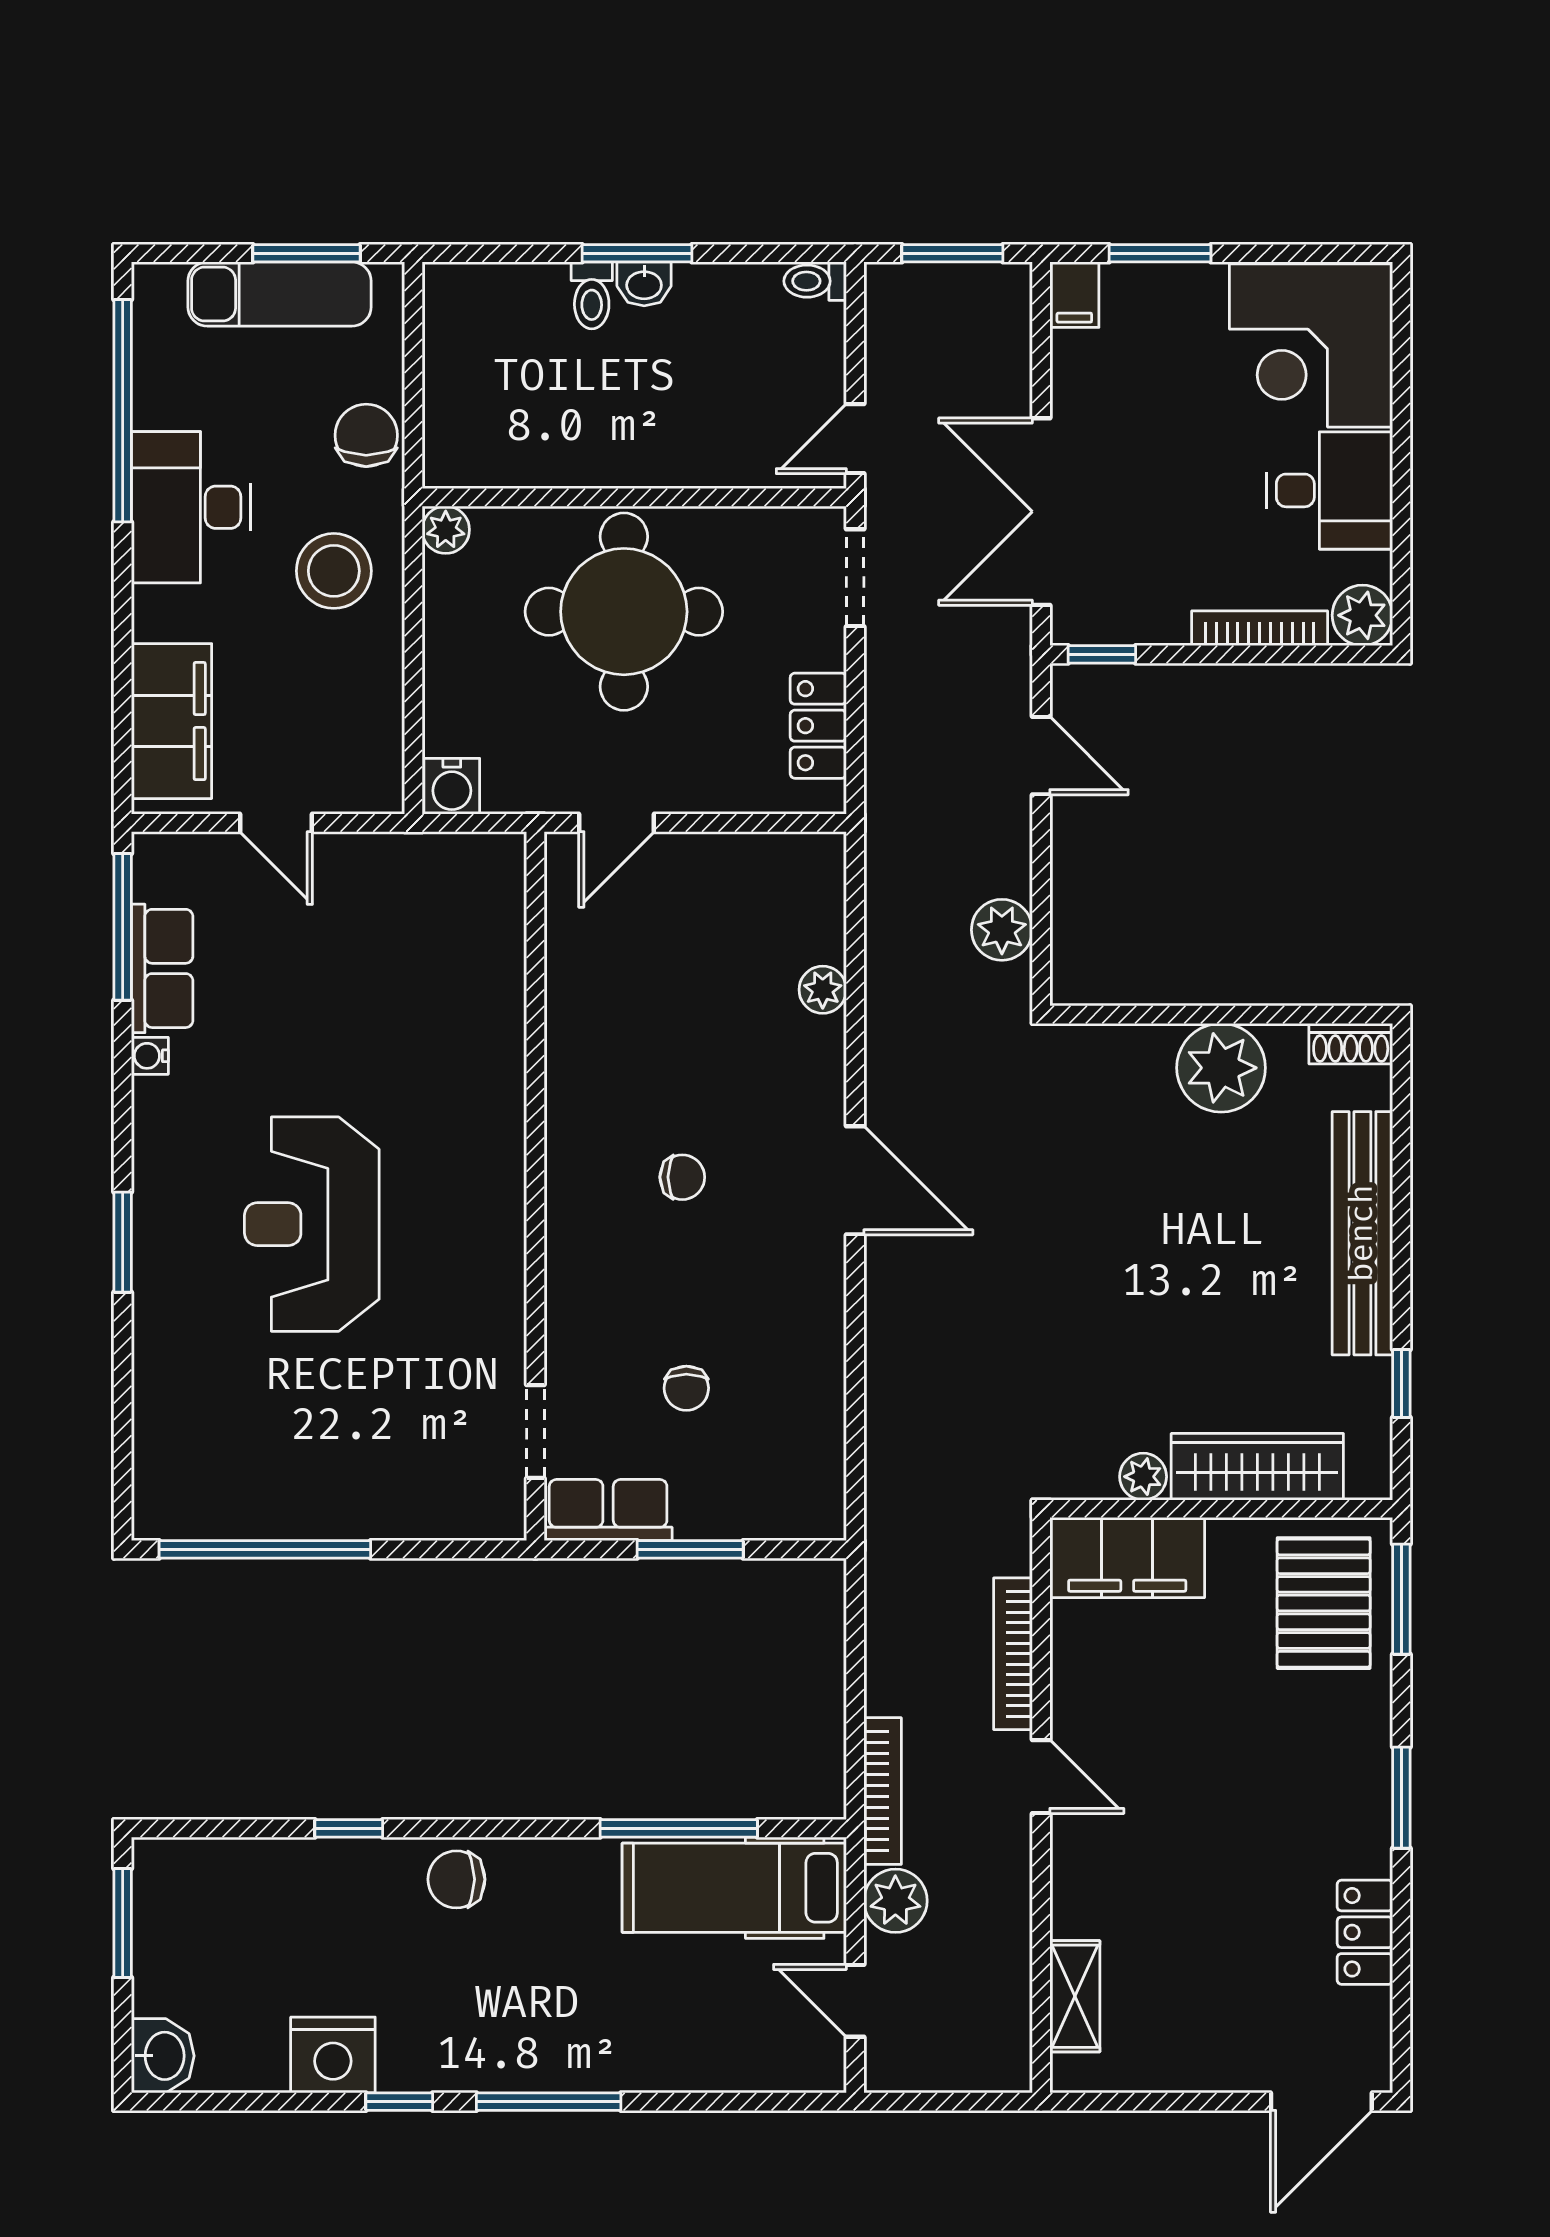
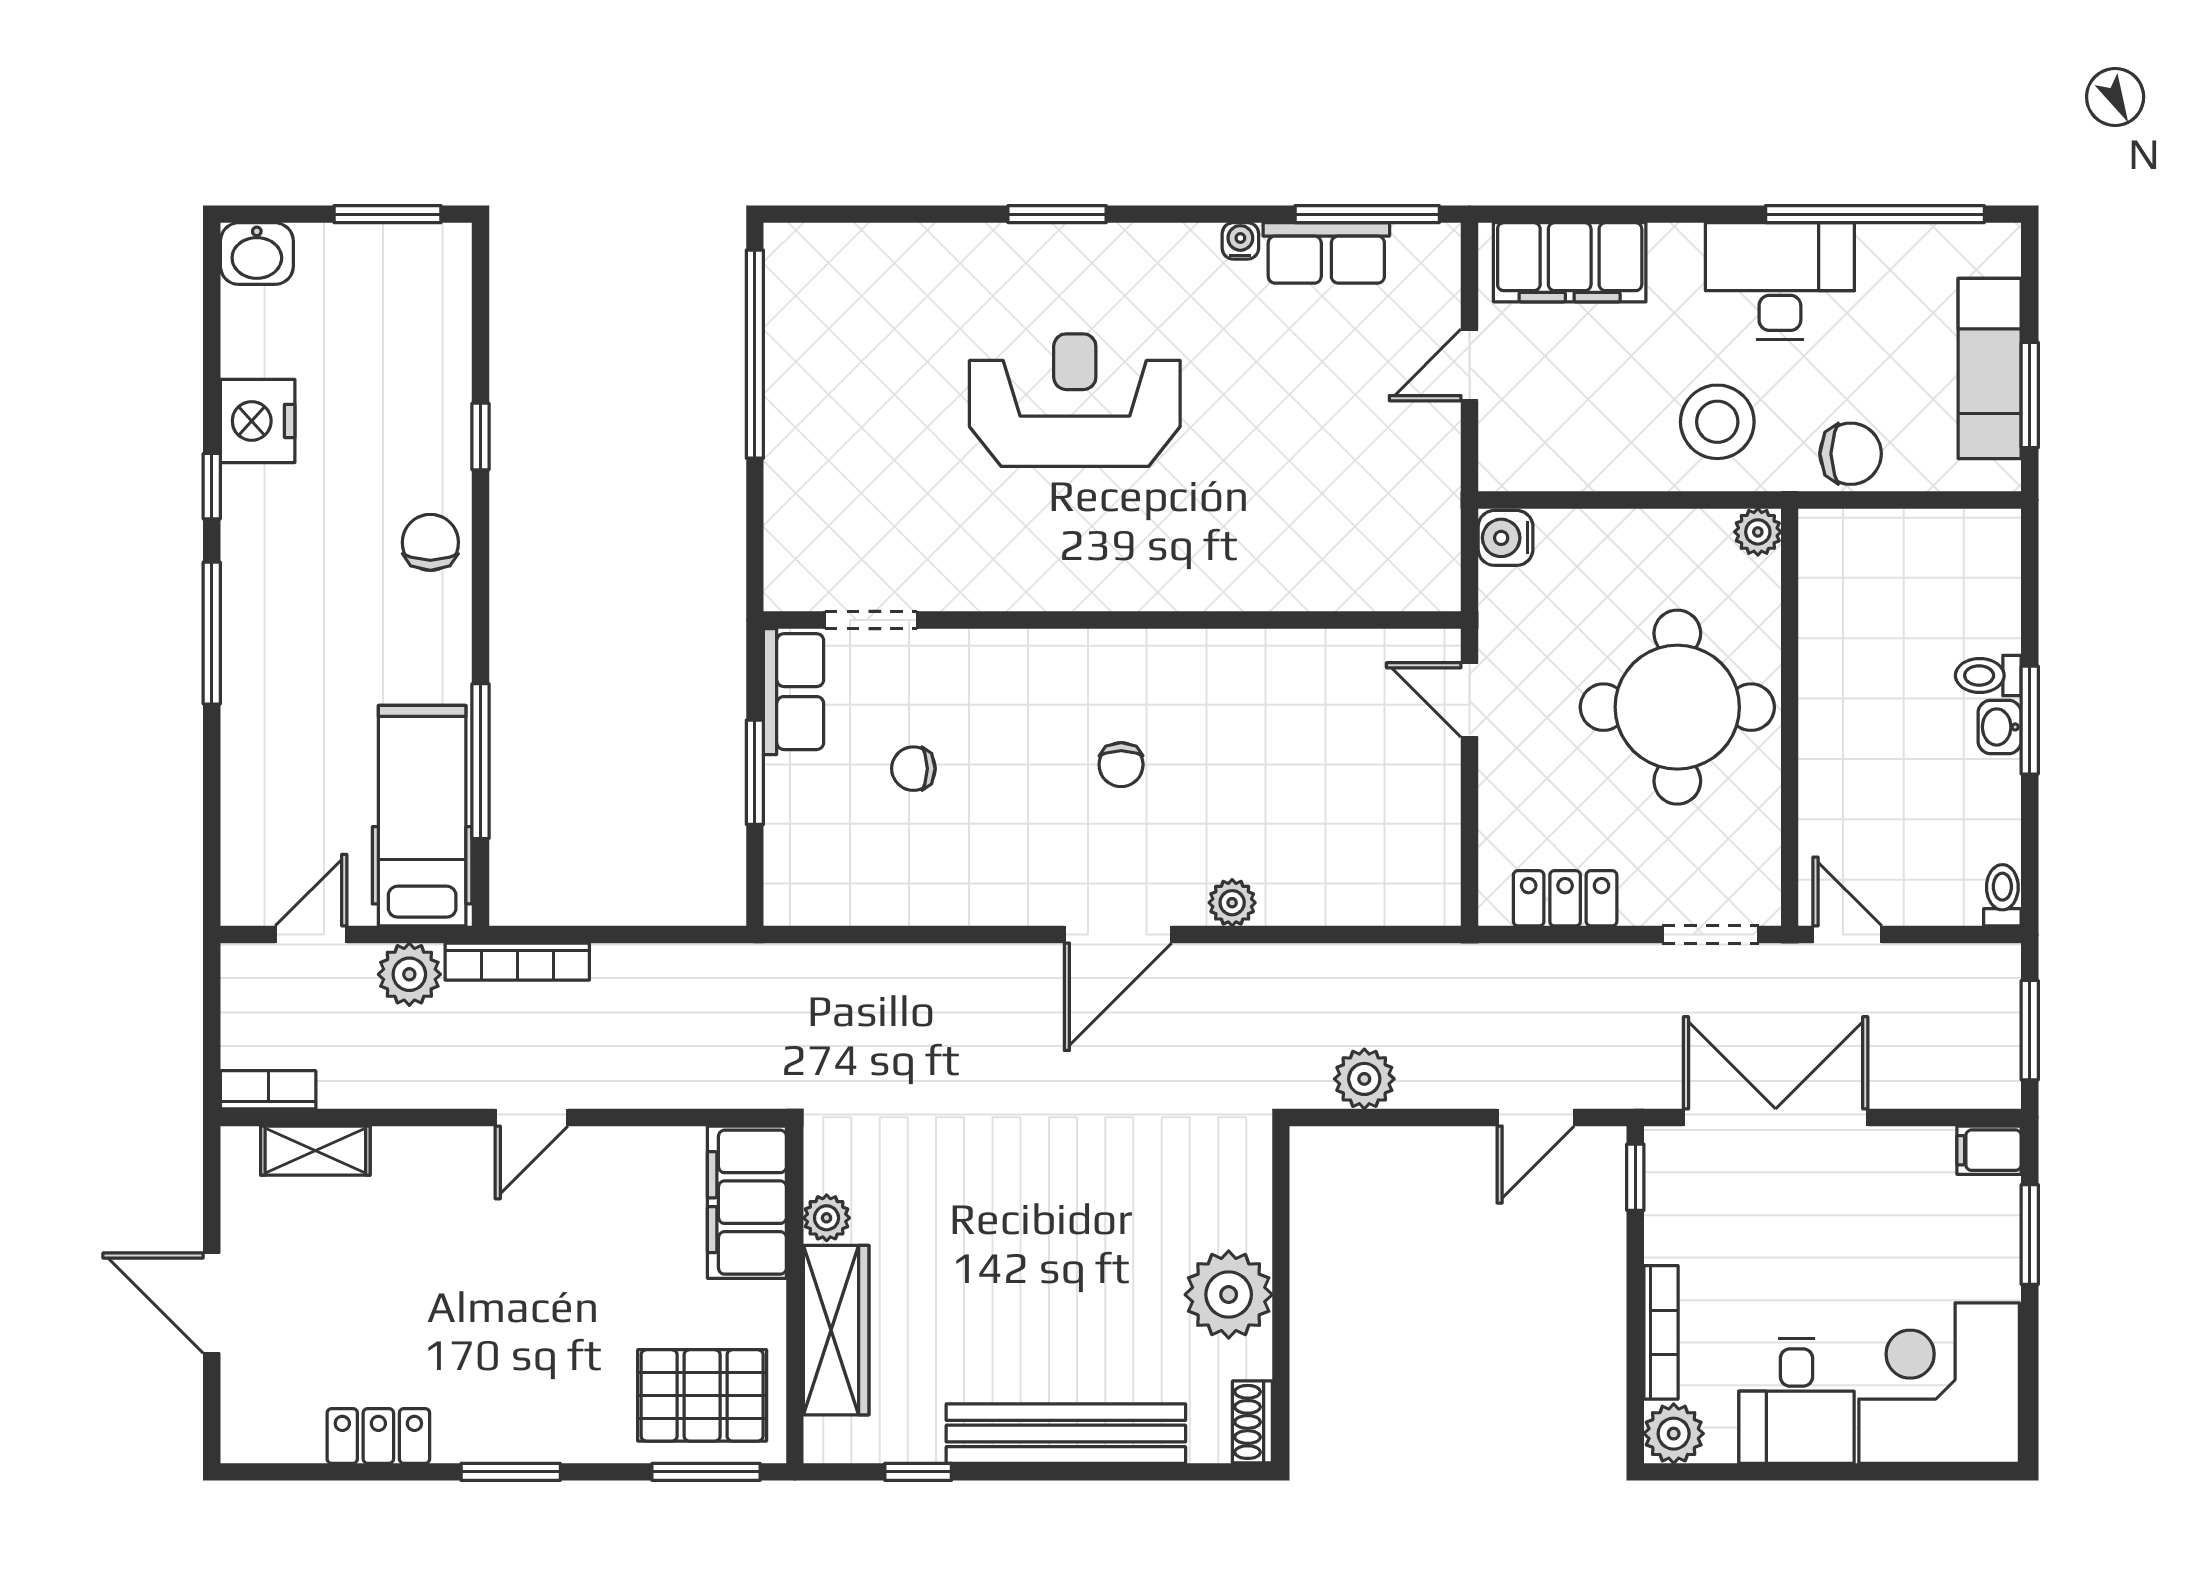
plant: (823, 990) -> (1232, 903), moved
bookcase: (1013, 1654) -> (268, 1090), moved, width x0.64
door: (1321, 2102) -> (212, 1303), moved

